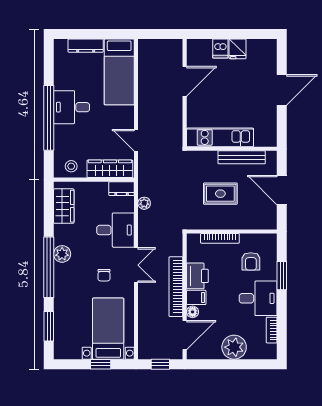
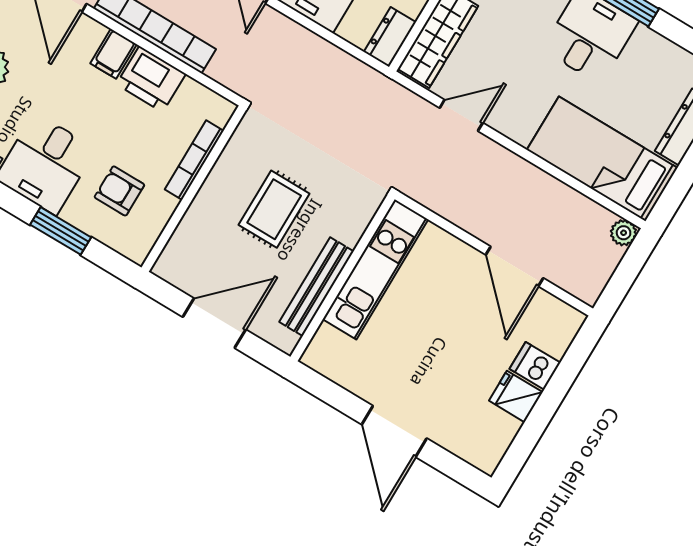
plant: (144, 203) -> (624, 233), moved
floor lamp: (193, 312) -> (92, 32), removed

